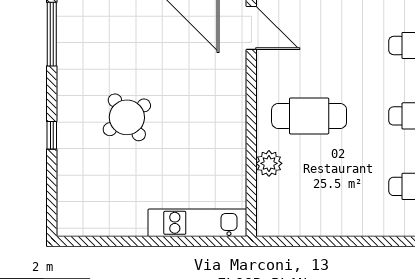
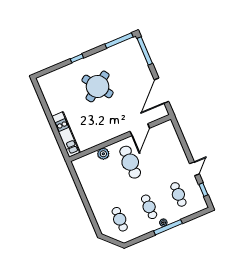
door: (251, 28) -> (140, 130), moved
round table: (127, 117) -> (98, 86), width x1.36, depth x1.36

